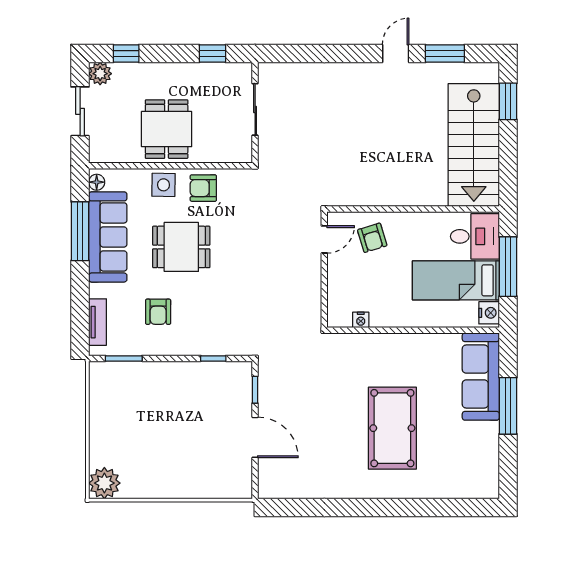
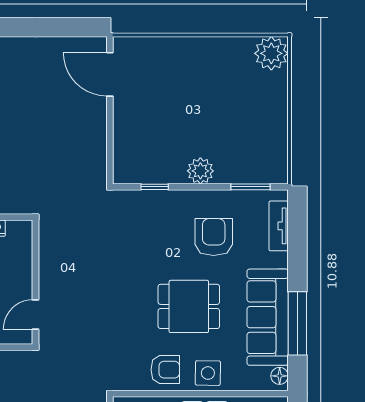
armchair: (158, 312) -> (214, 237), width x1.38, depth x1.38
plant: (170, 373) -> (200, 171), added
window: (255, 390) -> (110, 153), removed
door: (255, 437) -> (110, 74), moved

